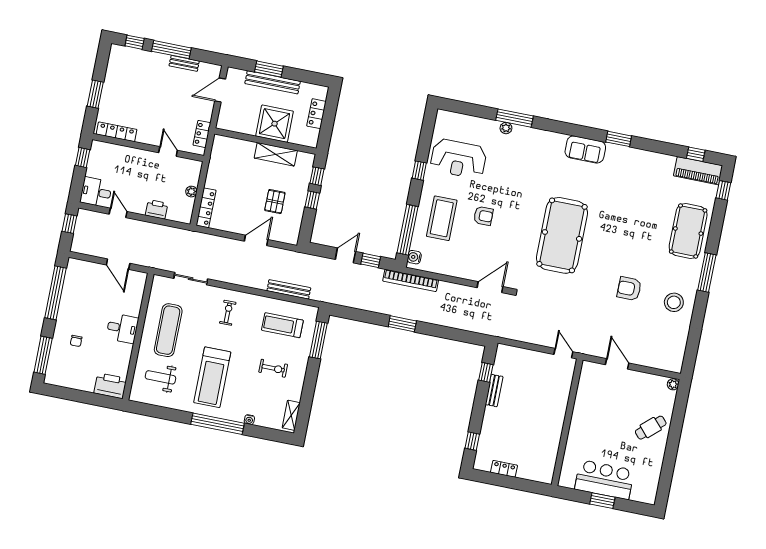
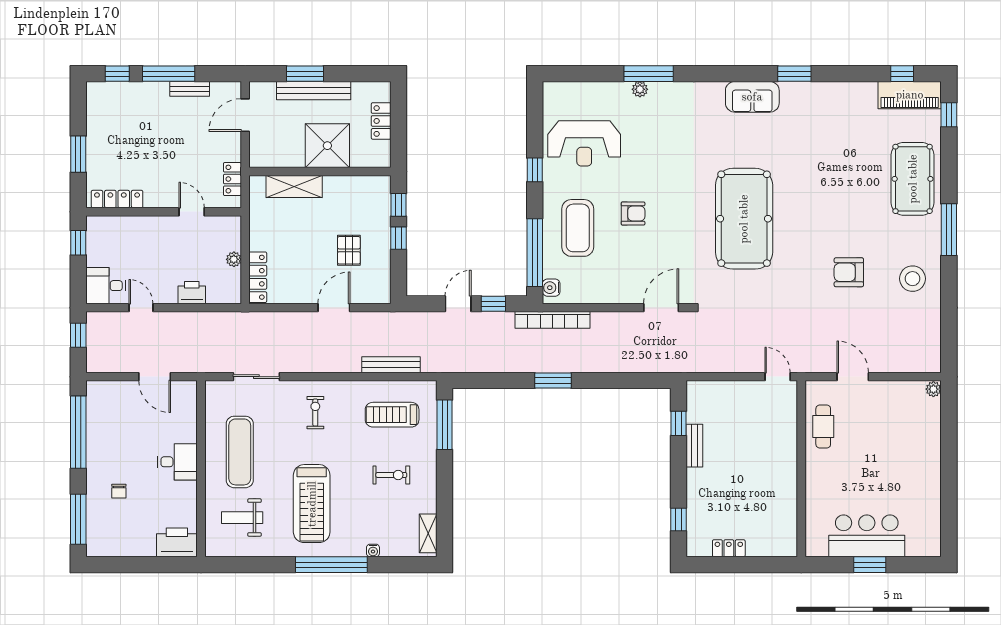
shelving: (276, 154) -> (294, 186), moved
cafe table: (651, 428) -> (823, 427), moved, turned -48

